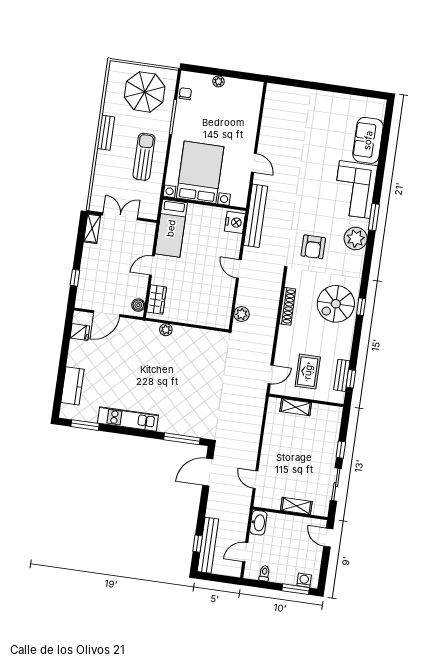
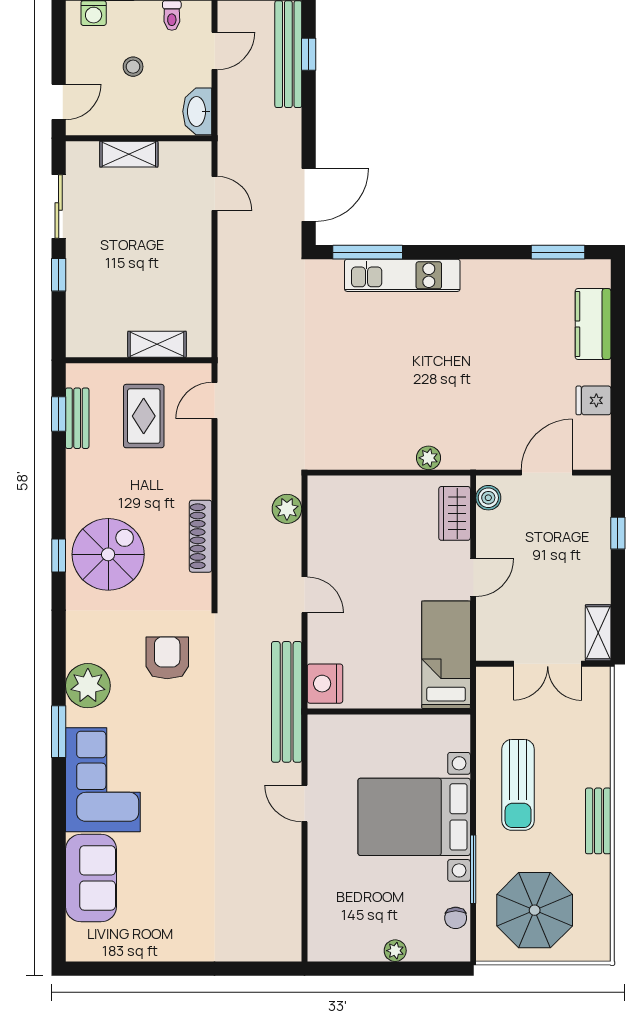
bed with nightstands: (200, 172) -> (414, 817), moved, turned 90
fridge: (80, 332) -> (593, 400), moved
kitchen unit: (128, 419) -> (402, 275), moved
door: (328, 538) -> (59, 102), hinge flipped
stool: (288, 550) -> (133, 67), added

